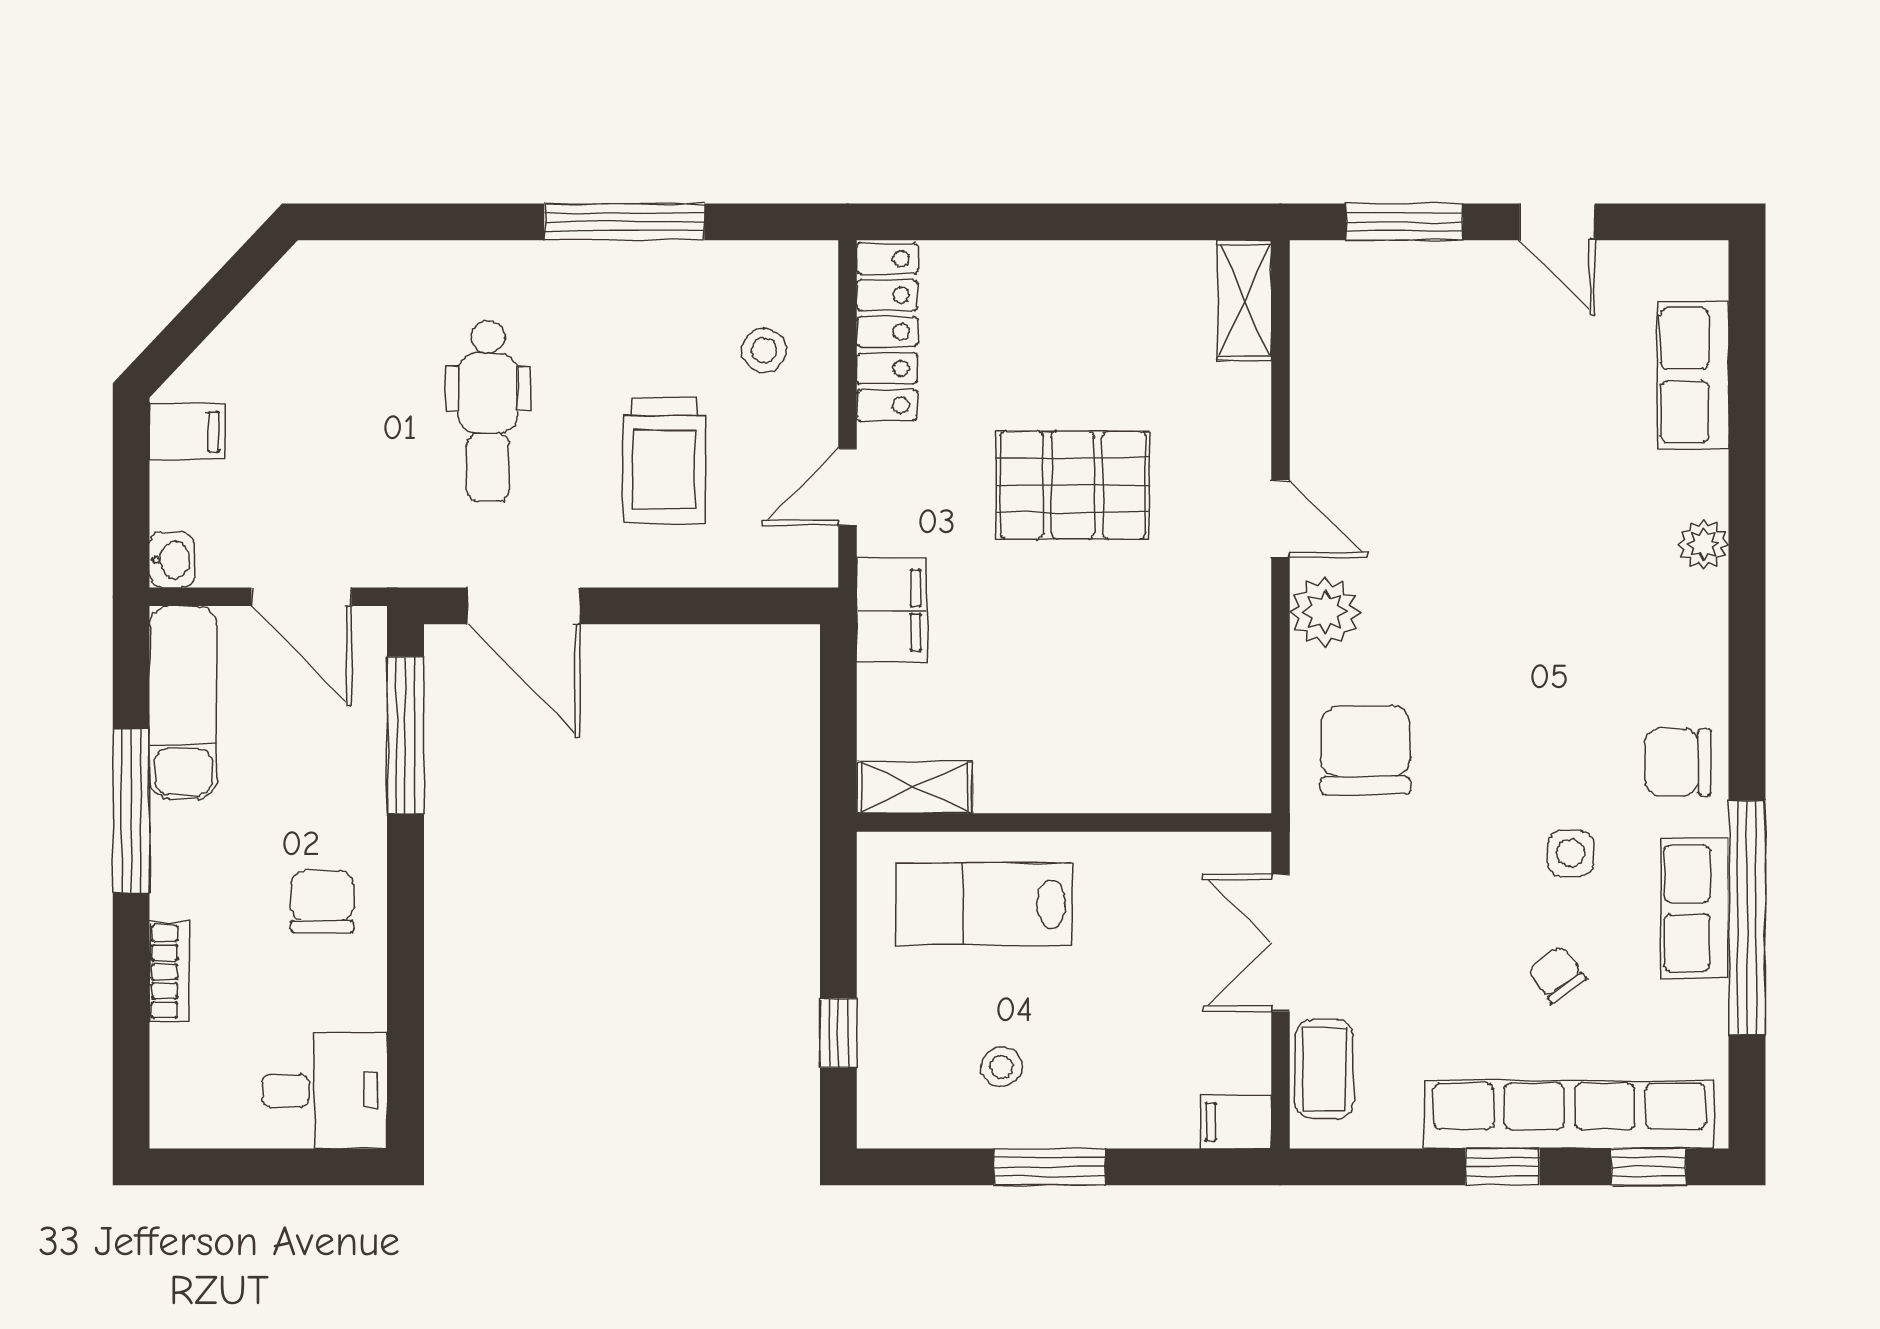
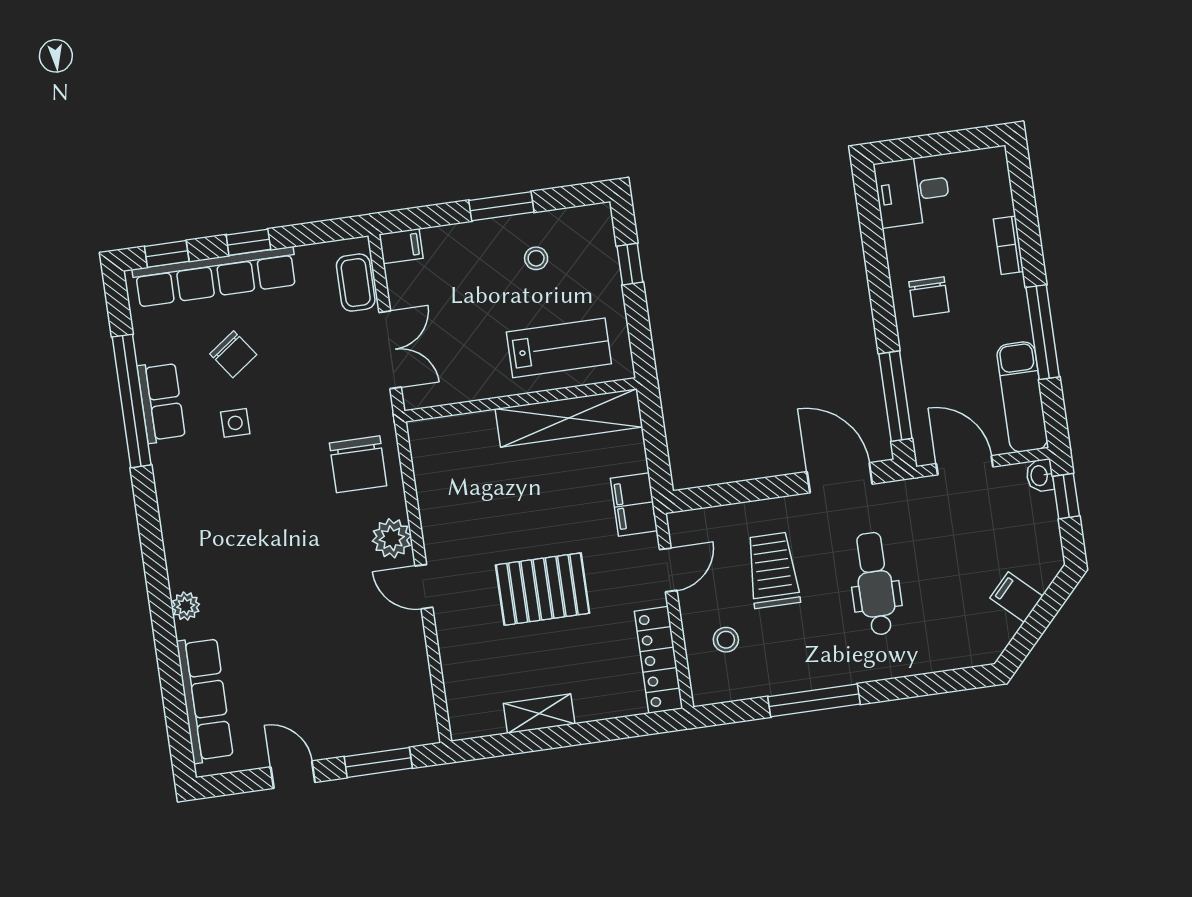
shelving: (1244, 300) -> (539, 714), moved, turned 90
row of seats: (1693, 375) -> (205, 700), width x1.48
filing cabinet: (187, 432) -> (1016, 597), moved, turned 43
window: (131, 517) -> (1066, 496), added
chair: (1678, 762) -> (183, 482), removed
shelving: (914, 787) -> (569, 418), width x2.20, depth x1.33
chair: (1557, 974) -> (233, 354), width x1.37, depth x1.37

